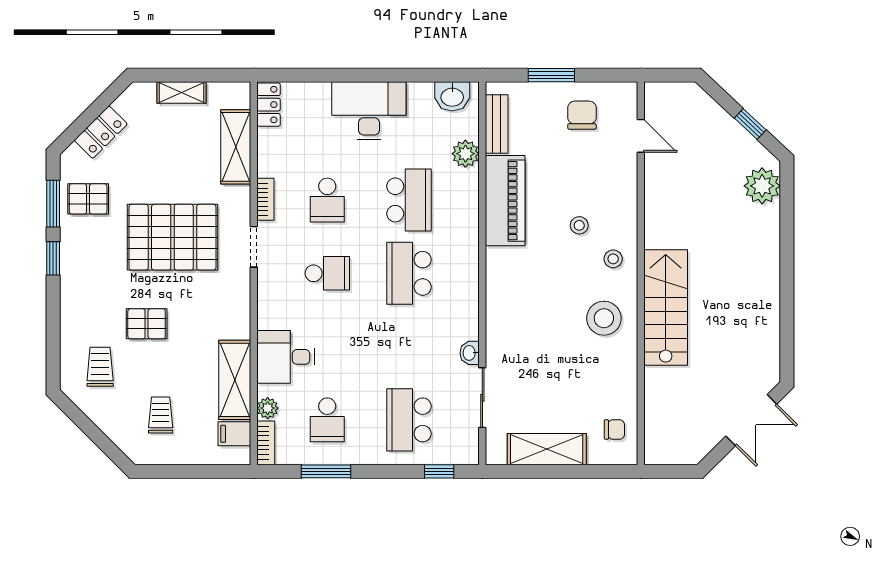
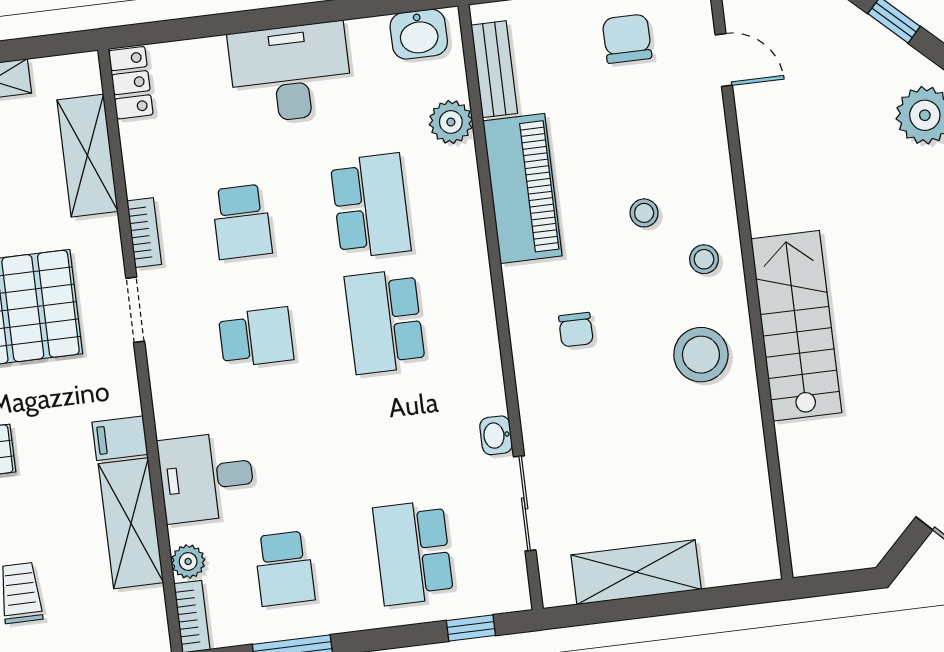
chair: (614, 430) -> (576, 330), moved, turned 90
filing cabinet: (234, 434) -> (120, 438), moved

